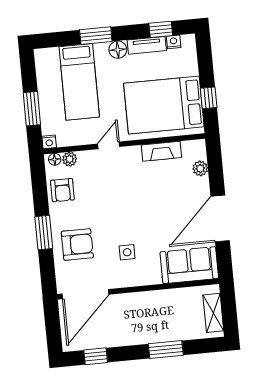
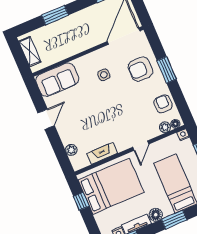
door: (220, 219) -> (46, 119), width x0.53

